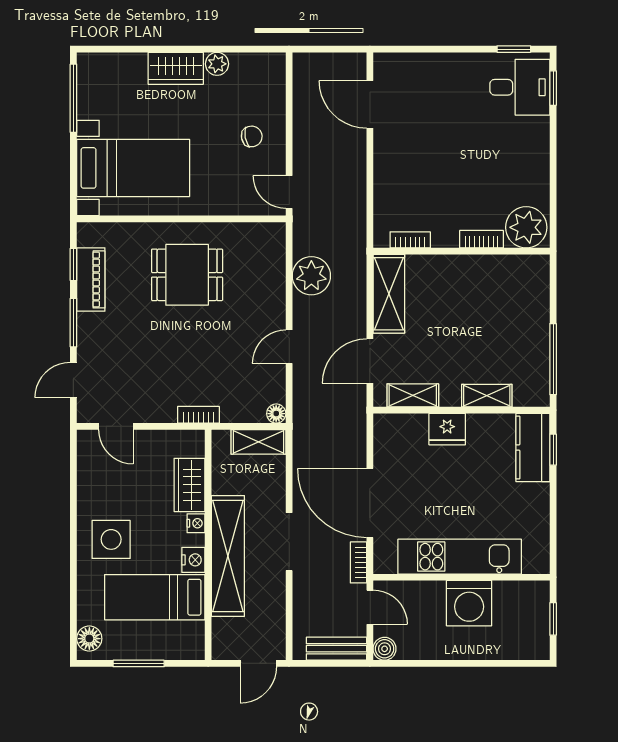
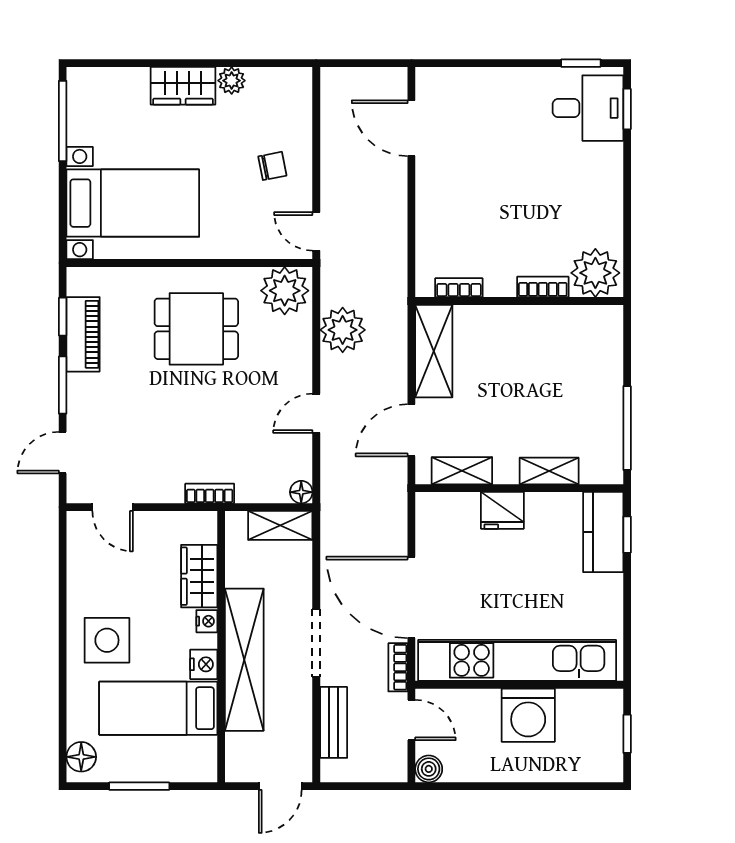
plant: (262, 242) -> (285, 291), added
kitchen unit: (460, 557) -> (517, 660), width x1.36
bench: (336, 649) -> (334, 722), moved, turned 90

